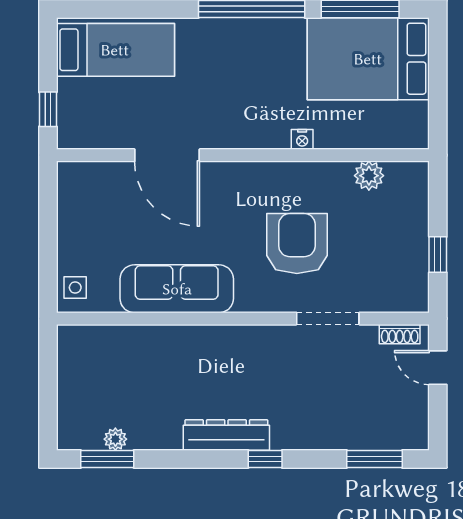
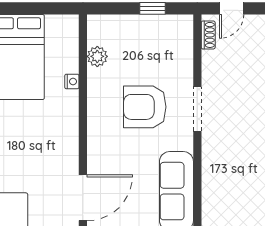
nightstand: (302, 139) -> (72, 81), moved
doorway: (328, 319) -> (197, 109), moved

